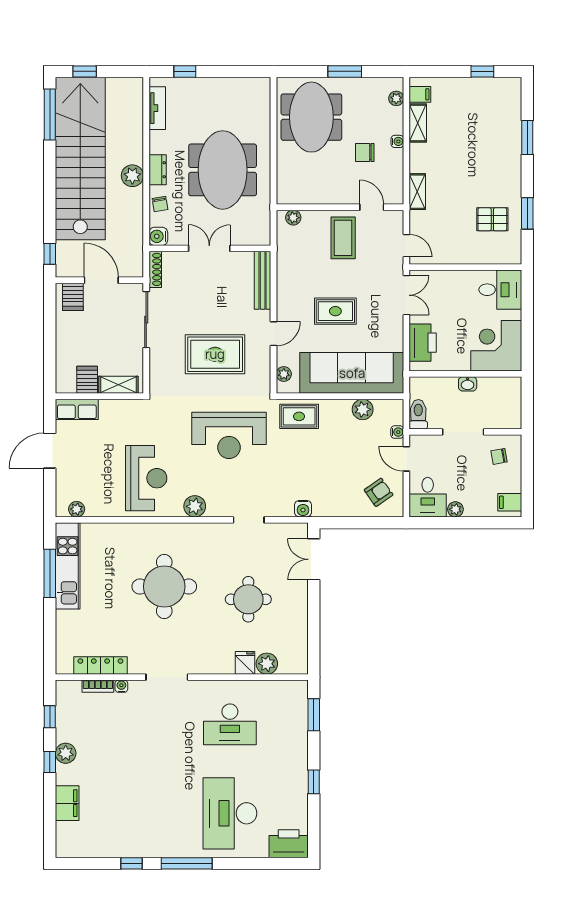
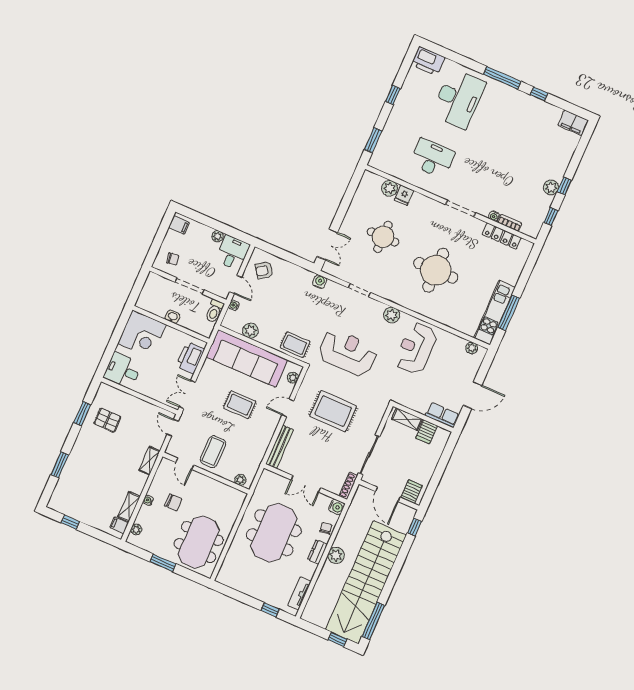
filing cabinet: (67, 803) -> (573, 123), moved, turned -90

